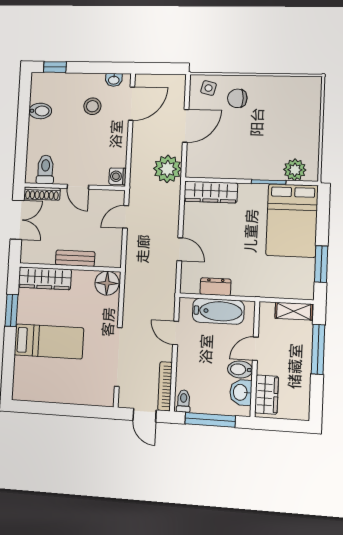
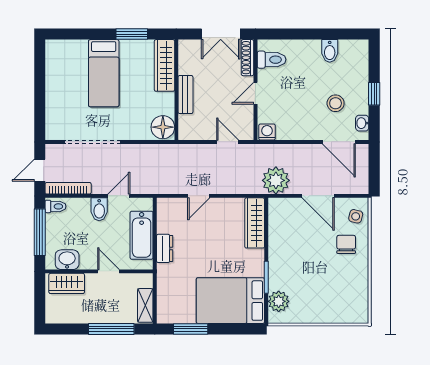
window: (55, 67) -> (374, 94), moved
dresser: (215, 287) -> (165, 248), moved
bidet: (240, 369) -> (99, 209), moved, turned 180

